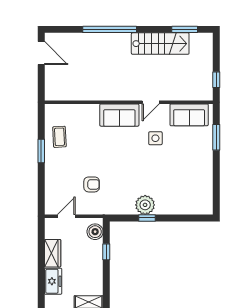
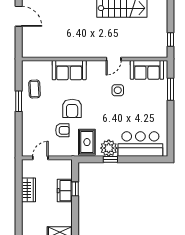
sofa: (119, 115) -> (69, 70), moved
armchair: (103, 159) -> (72, 108), added
rug: (120, 198) -> (87, 142), added
bar counter: (182, 200) -> (140, 144), added
boiler: (95, 232) -> (65, 171), removed
freezer: (53, 281) -> (65, 191), moved, turned 180

